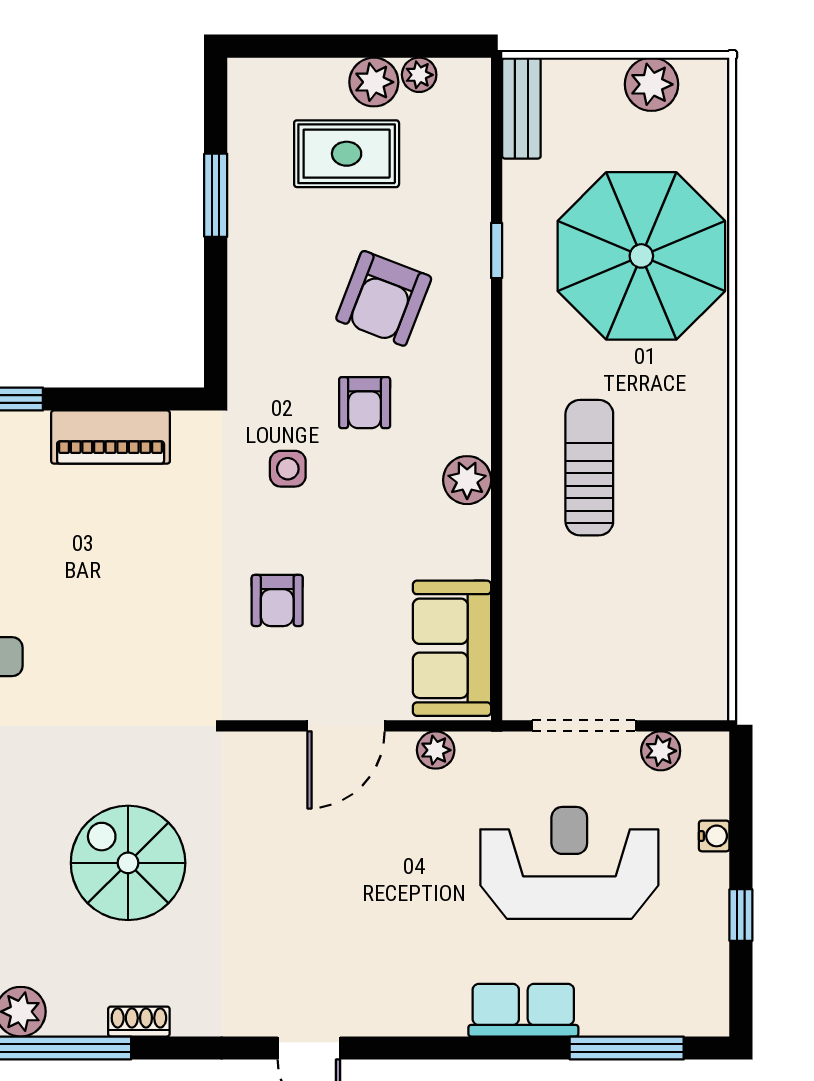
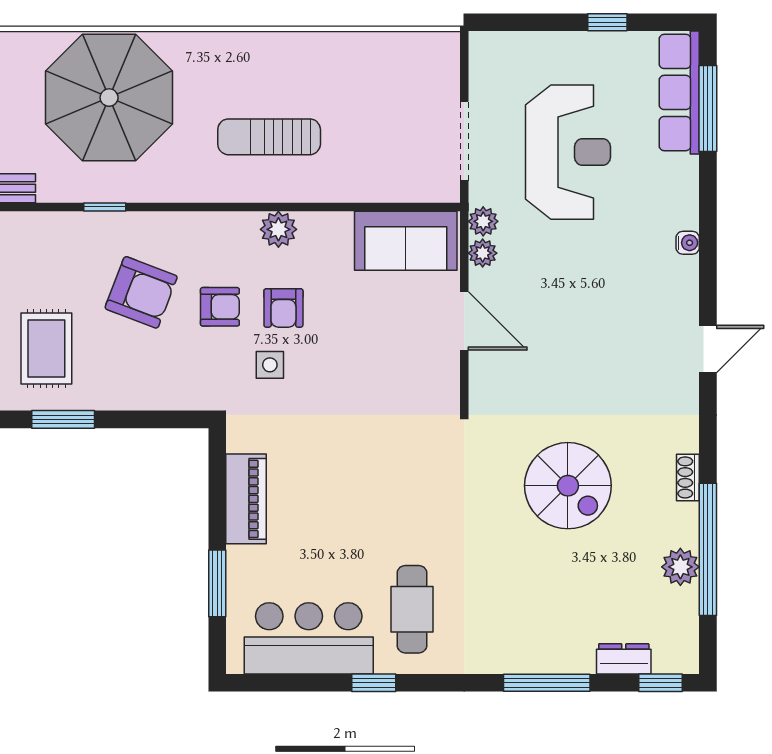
rug: (347, 154) -> (46, 349), moved
armchair: (277, 600) -> (283, 308), moved, turned 90
plant: (661, 751) -> (483, 221), moved
water cooler: (714, 836) -> (688, 243), moved, turned 90
spiral stairs: (128, 863) -> (568, 486), turned -90
reception desk: (569, 863) -> (568, 152), turned 180
row of seats: (523, 1010) -> (679, 92), moved, width x1.48

